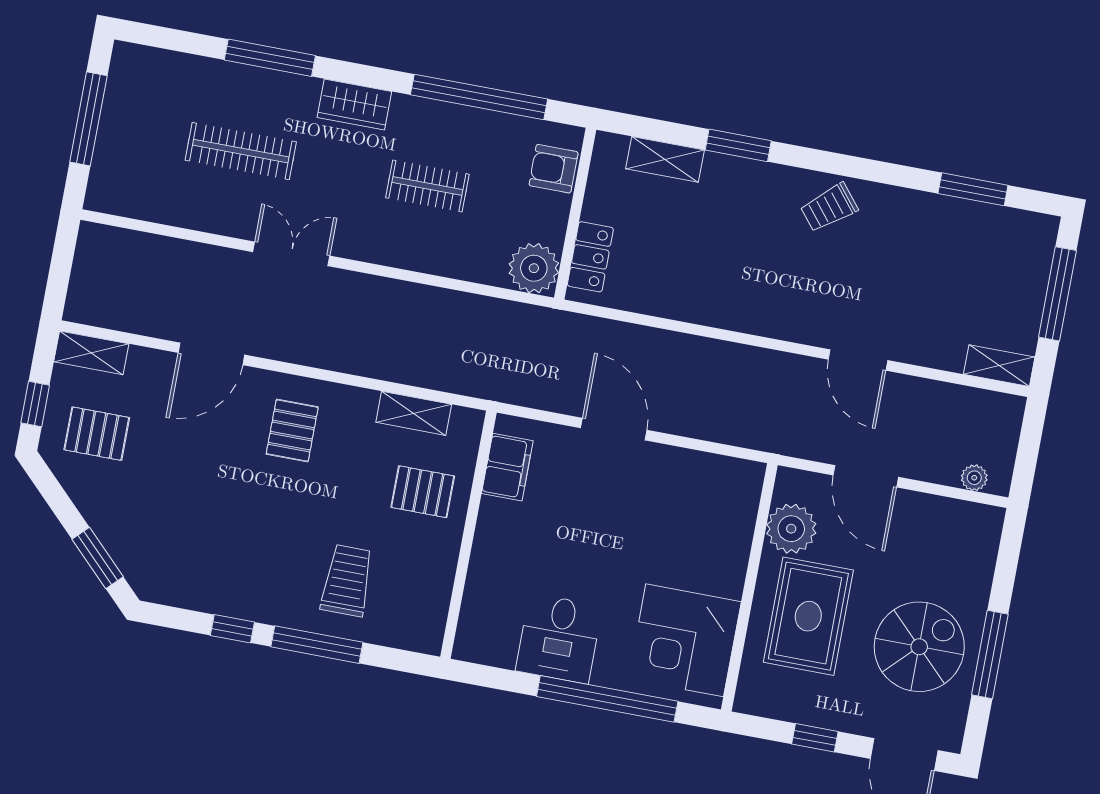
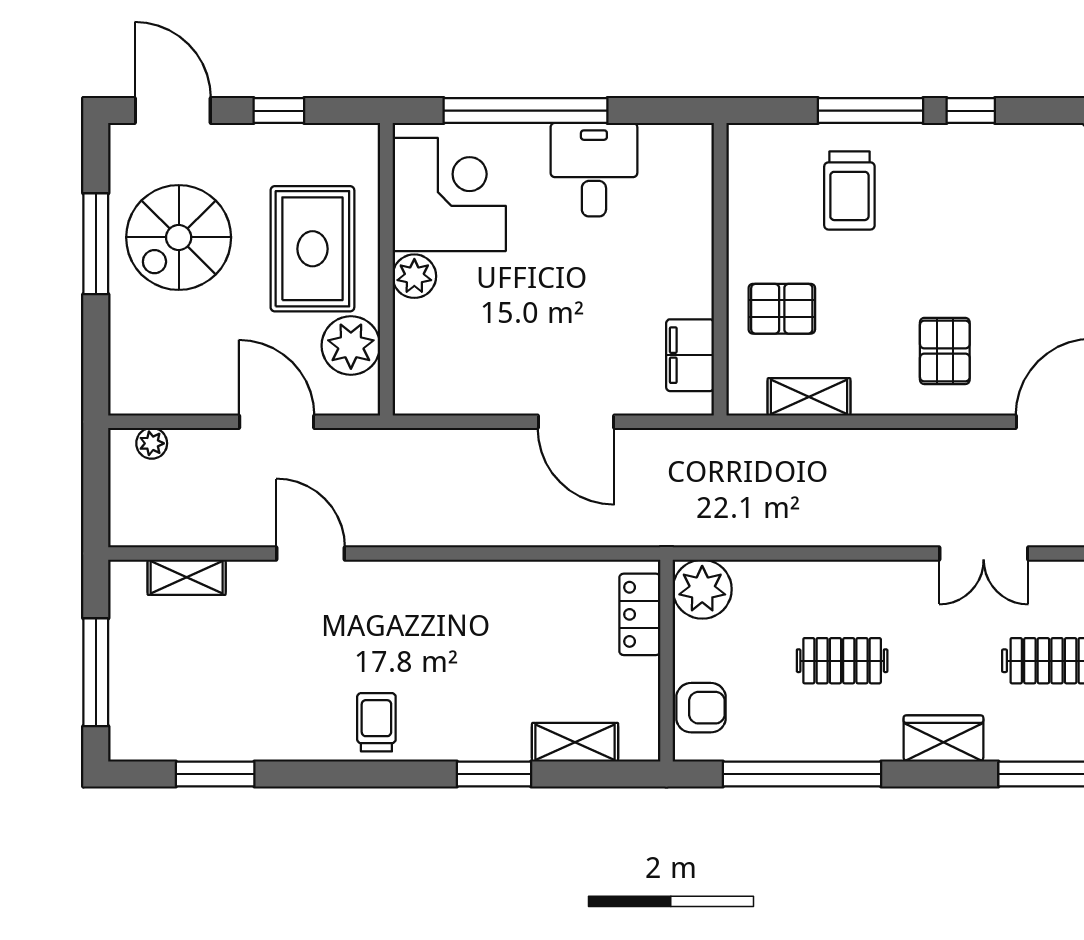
trolley: (829, 208) -> (376, 722), turned -51
shelving: (999, 366) -> (187, 577), moved
plant: (727, 577) -> (414, 276), added

